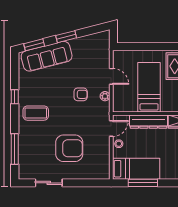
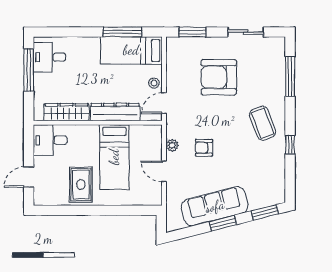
sofa: (47, 56) -> (215, 206), moved
coffee table: (36, 113) -> (263, 123), turned 69
window: (90, 183) -> (192, 32), added

